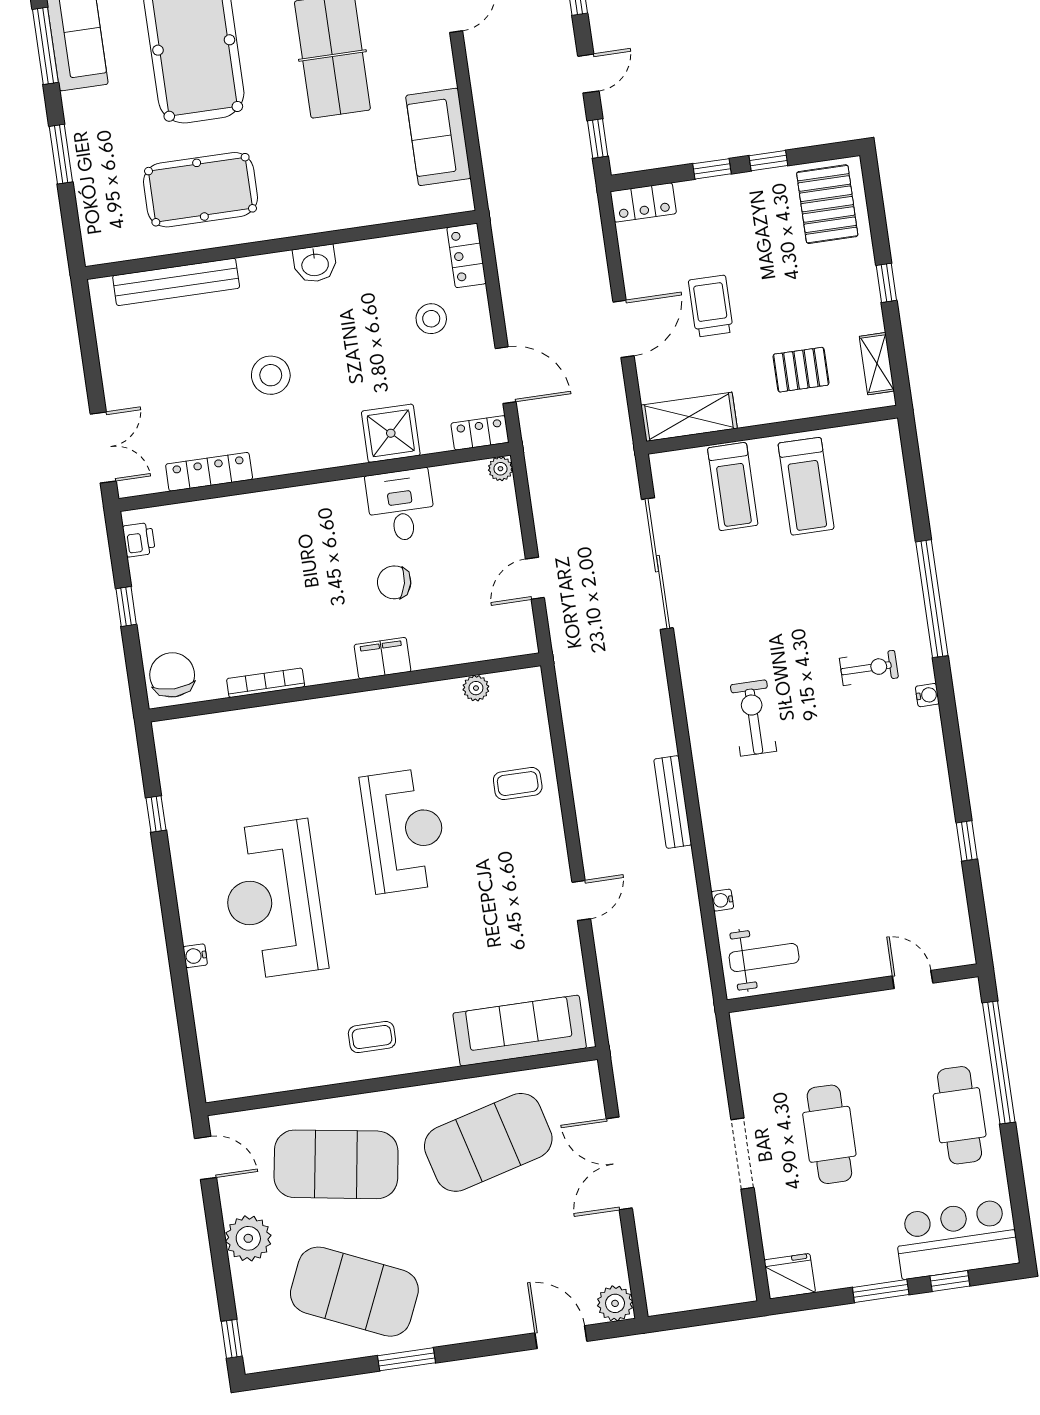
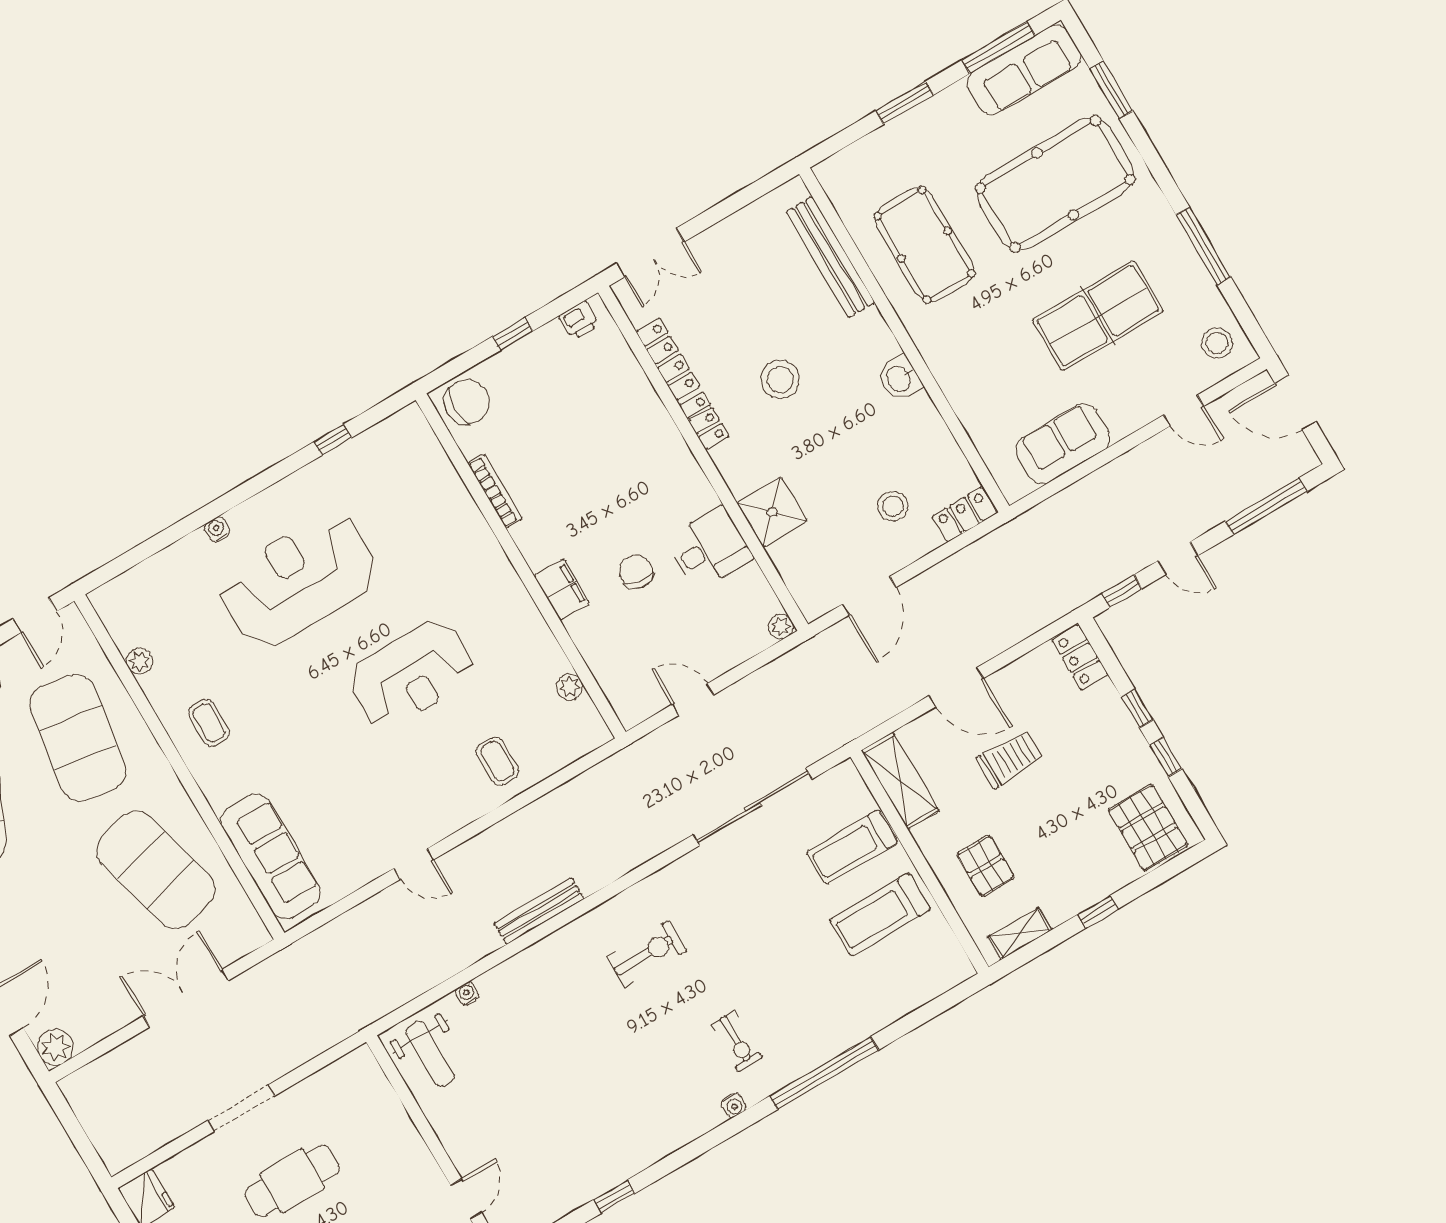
pallet: (827, 204) -> (1148, 827), turned 90
locker: (480, 433) -> (704, 421), moved
plant: (288, 1078) -> (139, 661), added

